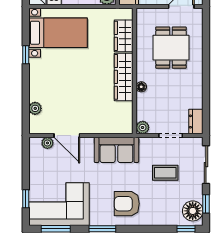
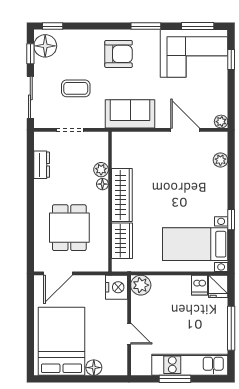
dresser: (196, 122) -> (42, 165), moved
plant: (143, 127) -> (101, 170), moved
plant: (47, 143) -> (221, 122), moved

